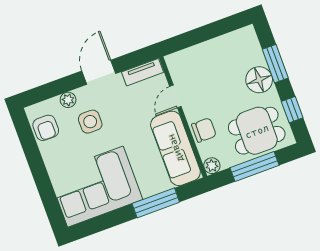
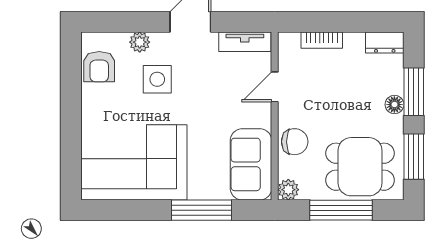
dresser: (242, 36) -> (385, 43), added
bookcase: (197, 51) -> (322, 40), added
floor lamp: (259, 80) -> (394, 105), width x0.53, depth x0.53
window: (292, 110) -> (414, 157), width x1.50
sofa: (175, 148) -> (251, 164), width x0.73

